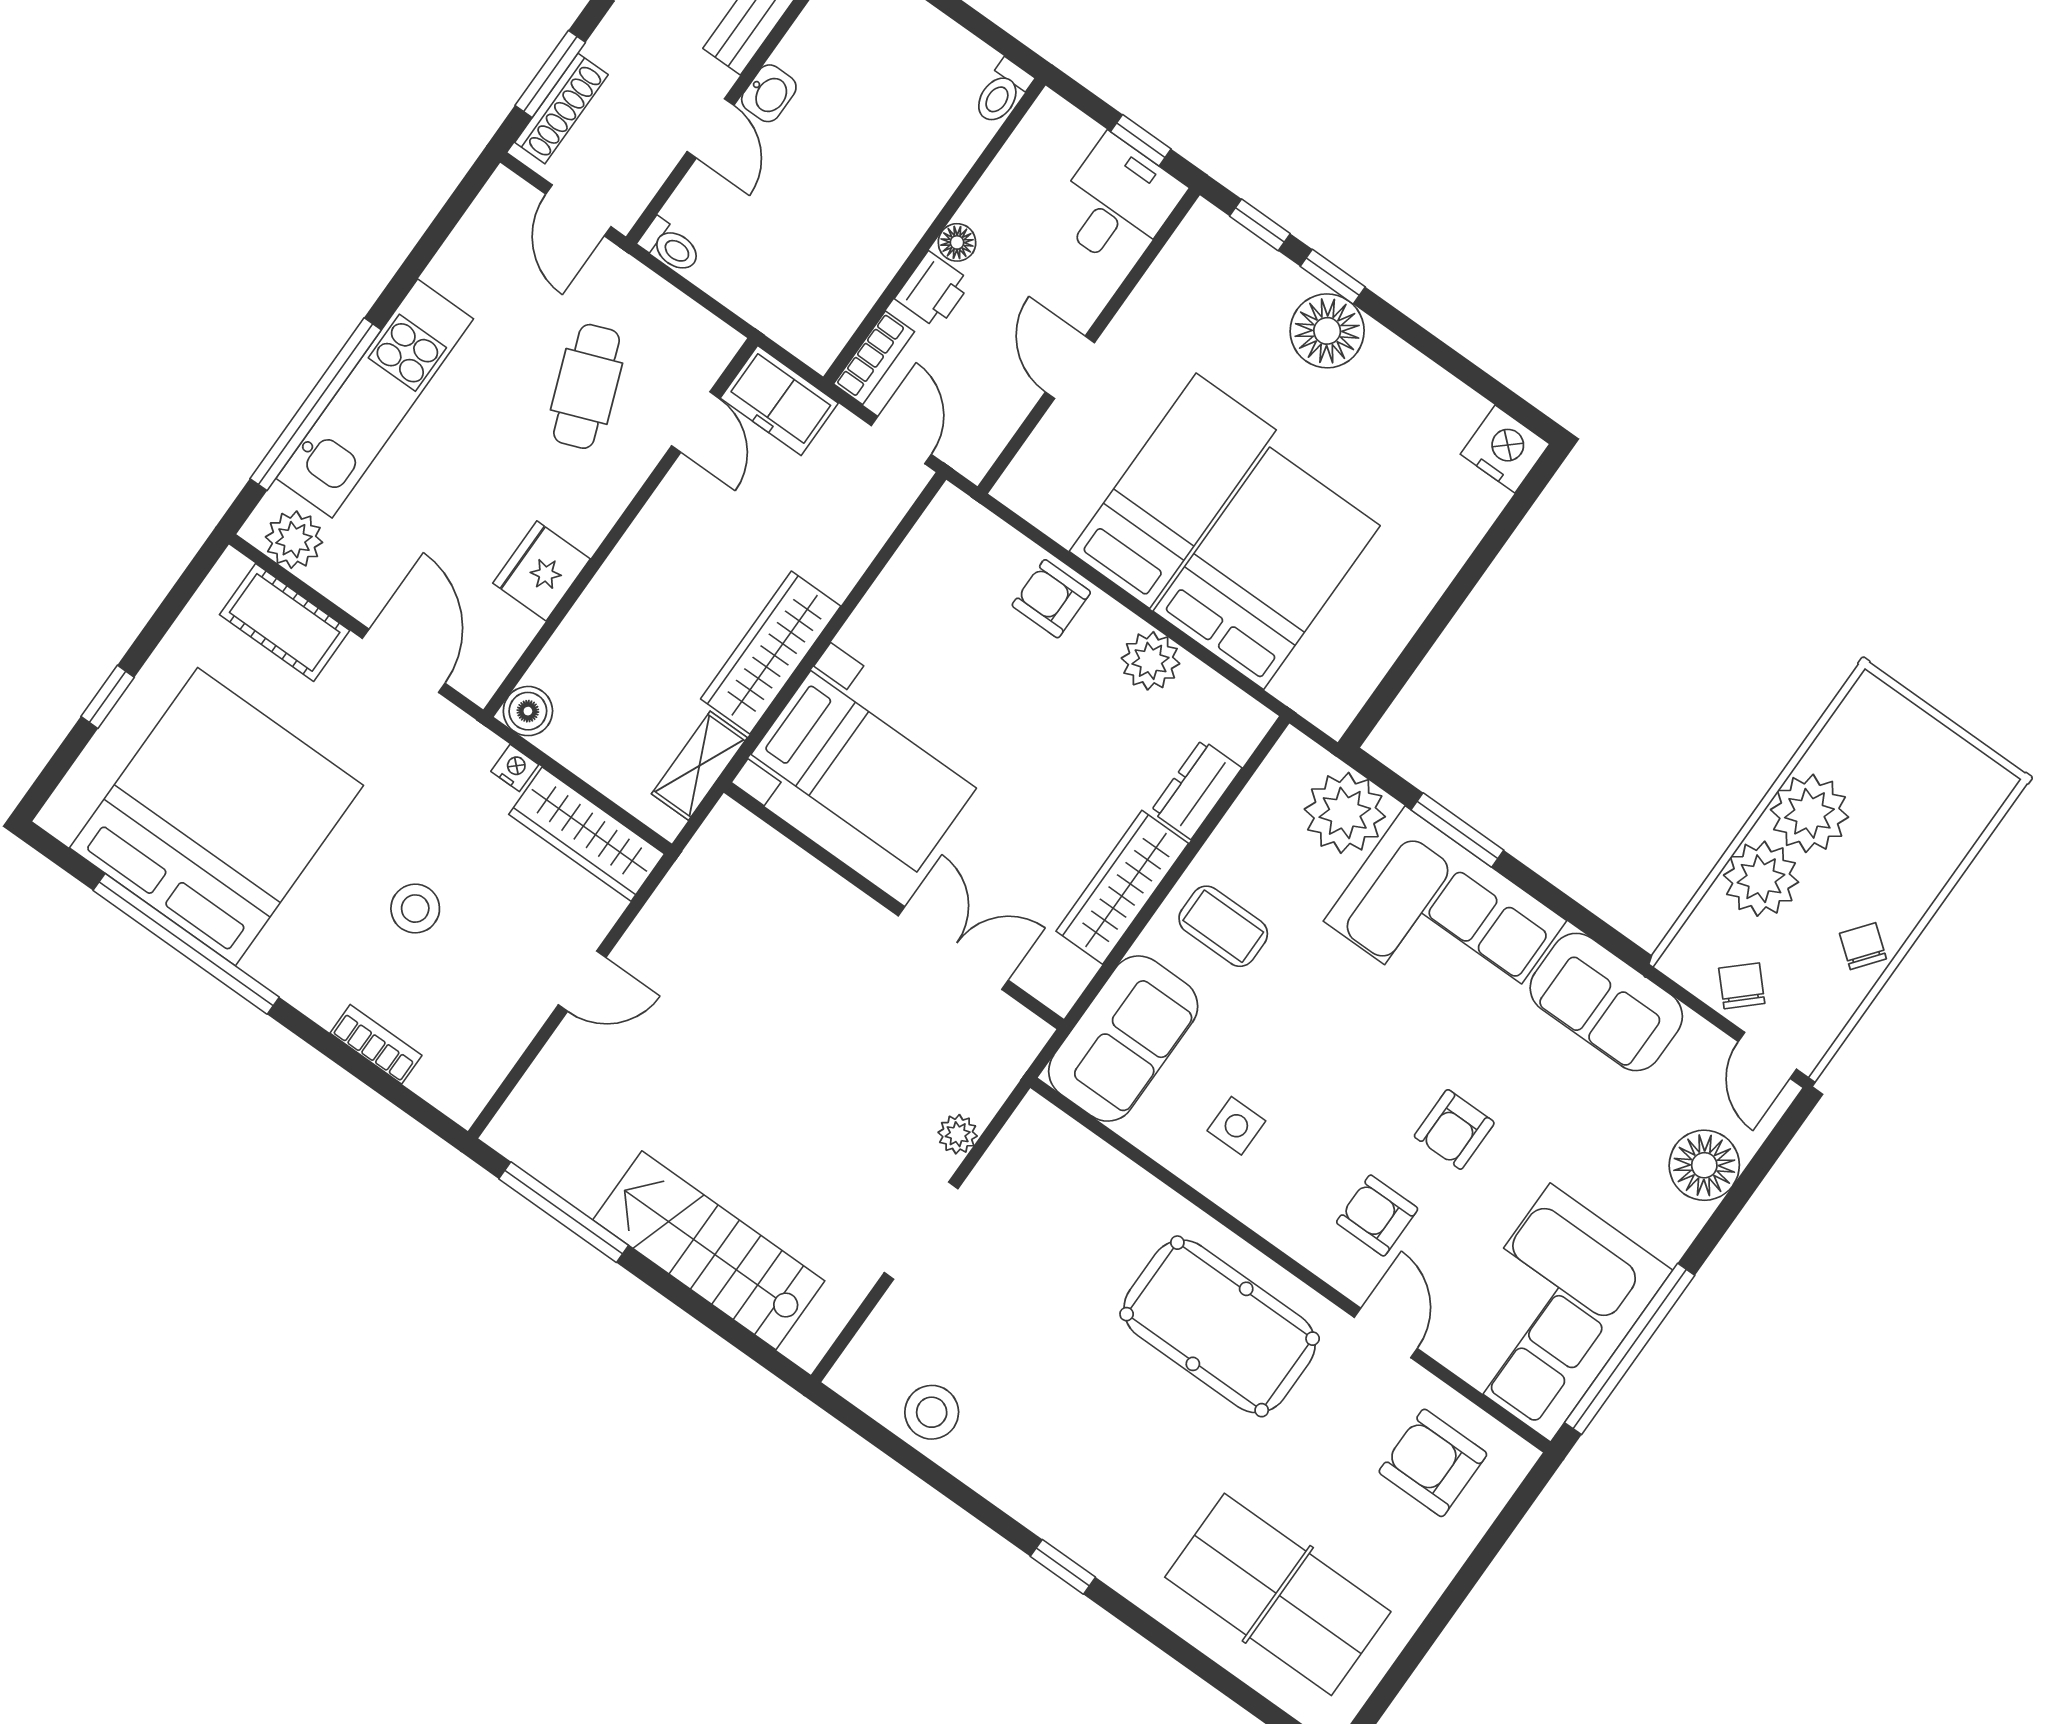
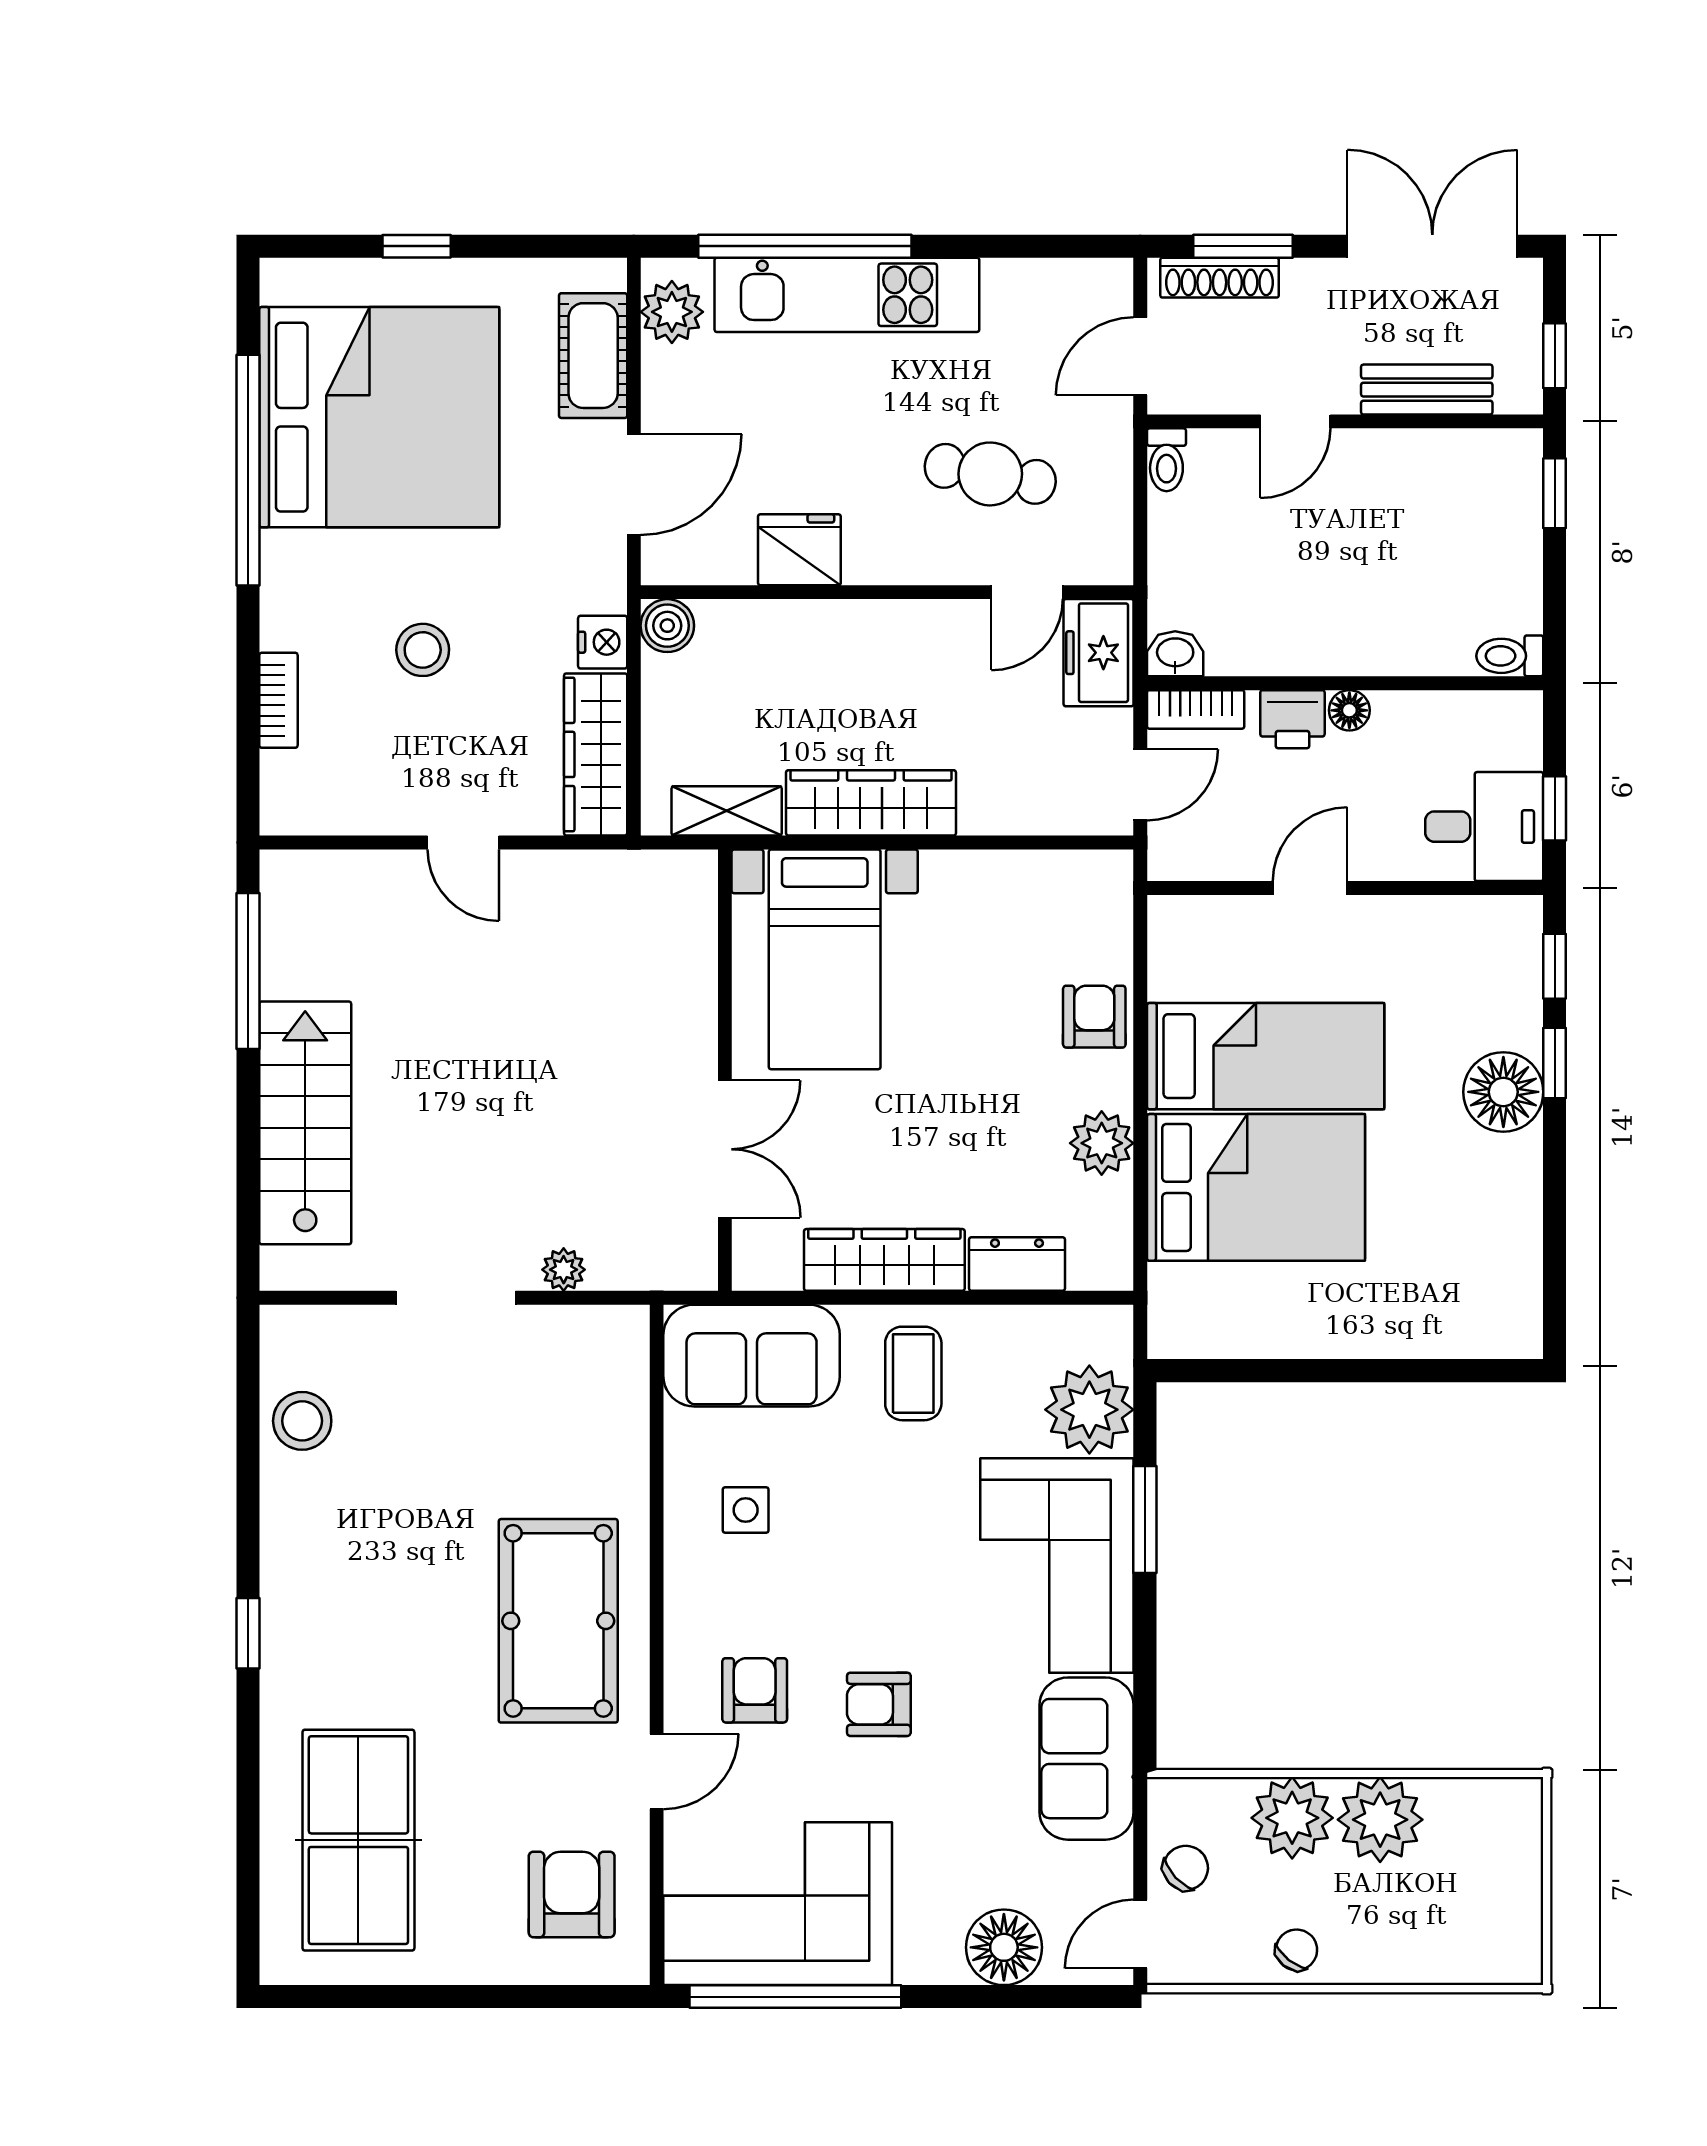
washbasin: (769, 93) -> (1175, 654), moved, turned 180
cafe table: (587, 386) -> (990, 474), turned 31
nightstand: (1505, 449) -> (1511, 1323), removed
nightstand: (515, 768) -> (603, 642), width x1.39, depth x1.35

